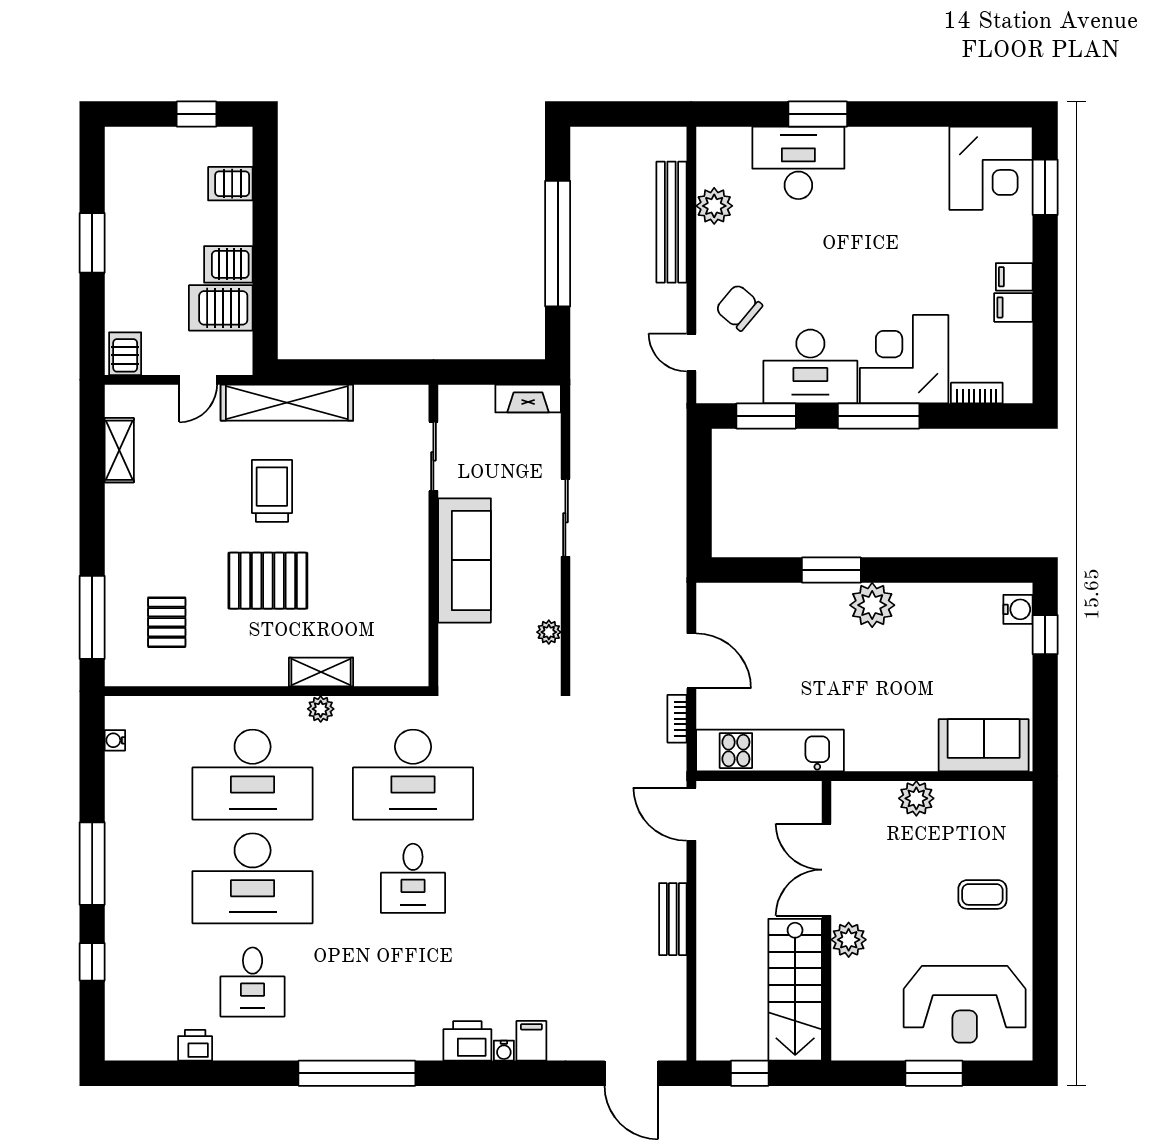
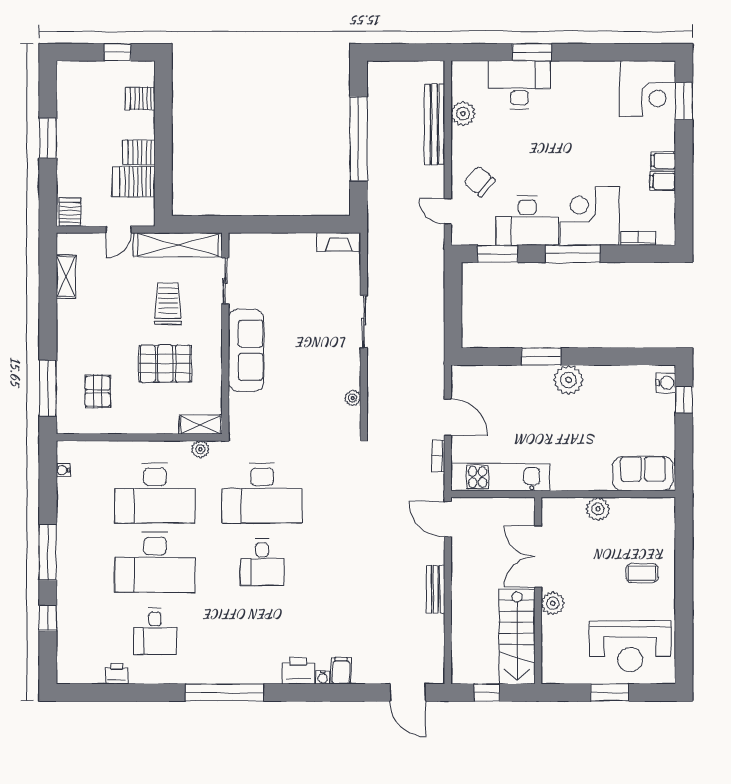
sliding door: (433, 456) -> (225, 281), moved
wall: (433, 535) -> (225, 333), moved
sofa: (465, 560) -> (246, 350), moved

